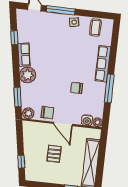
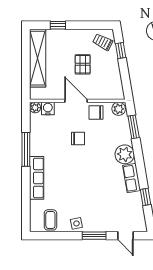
window: (61, 10) -> (94, 236), width x0.69
chair: (77, 88) -> (78, 139), moved
trolley: (35, 170) -> (103, 42), added

